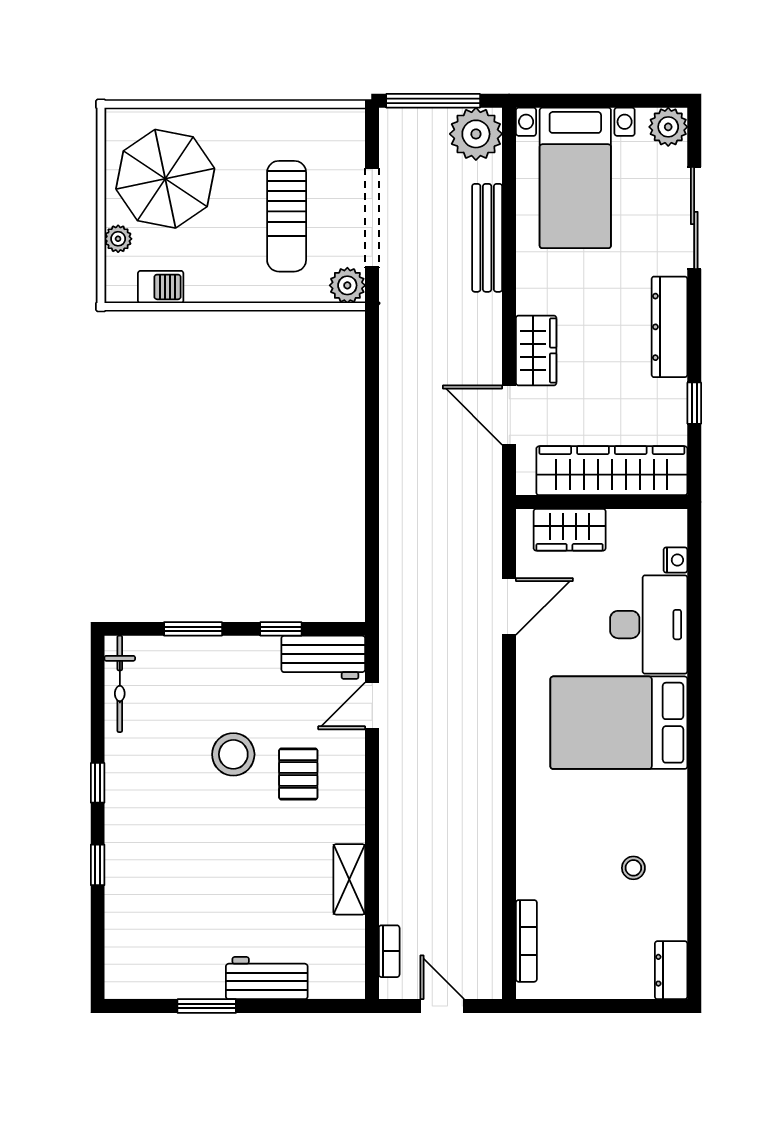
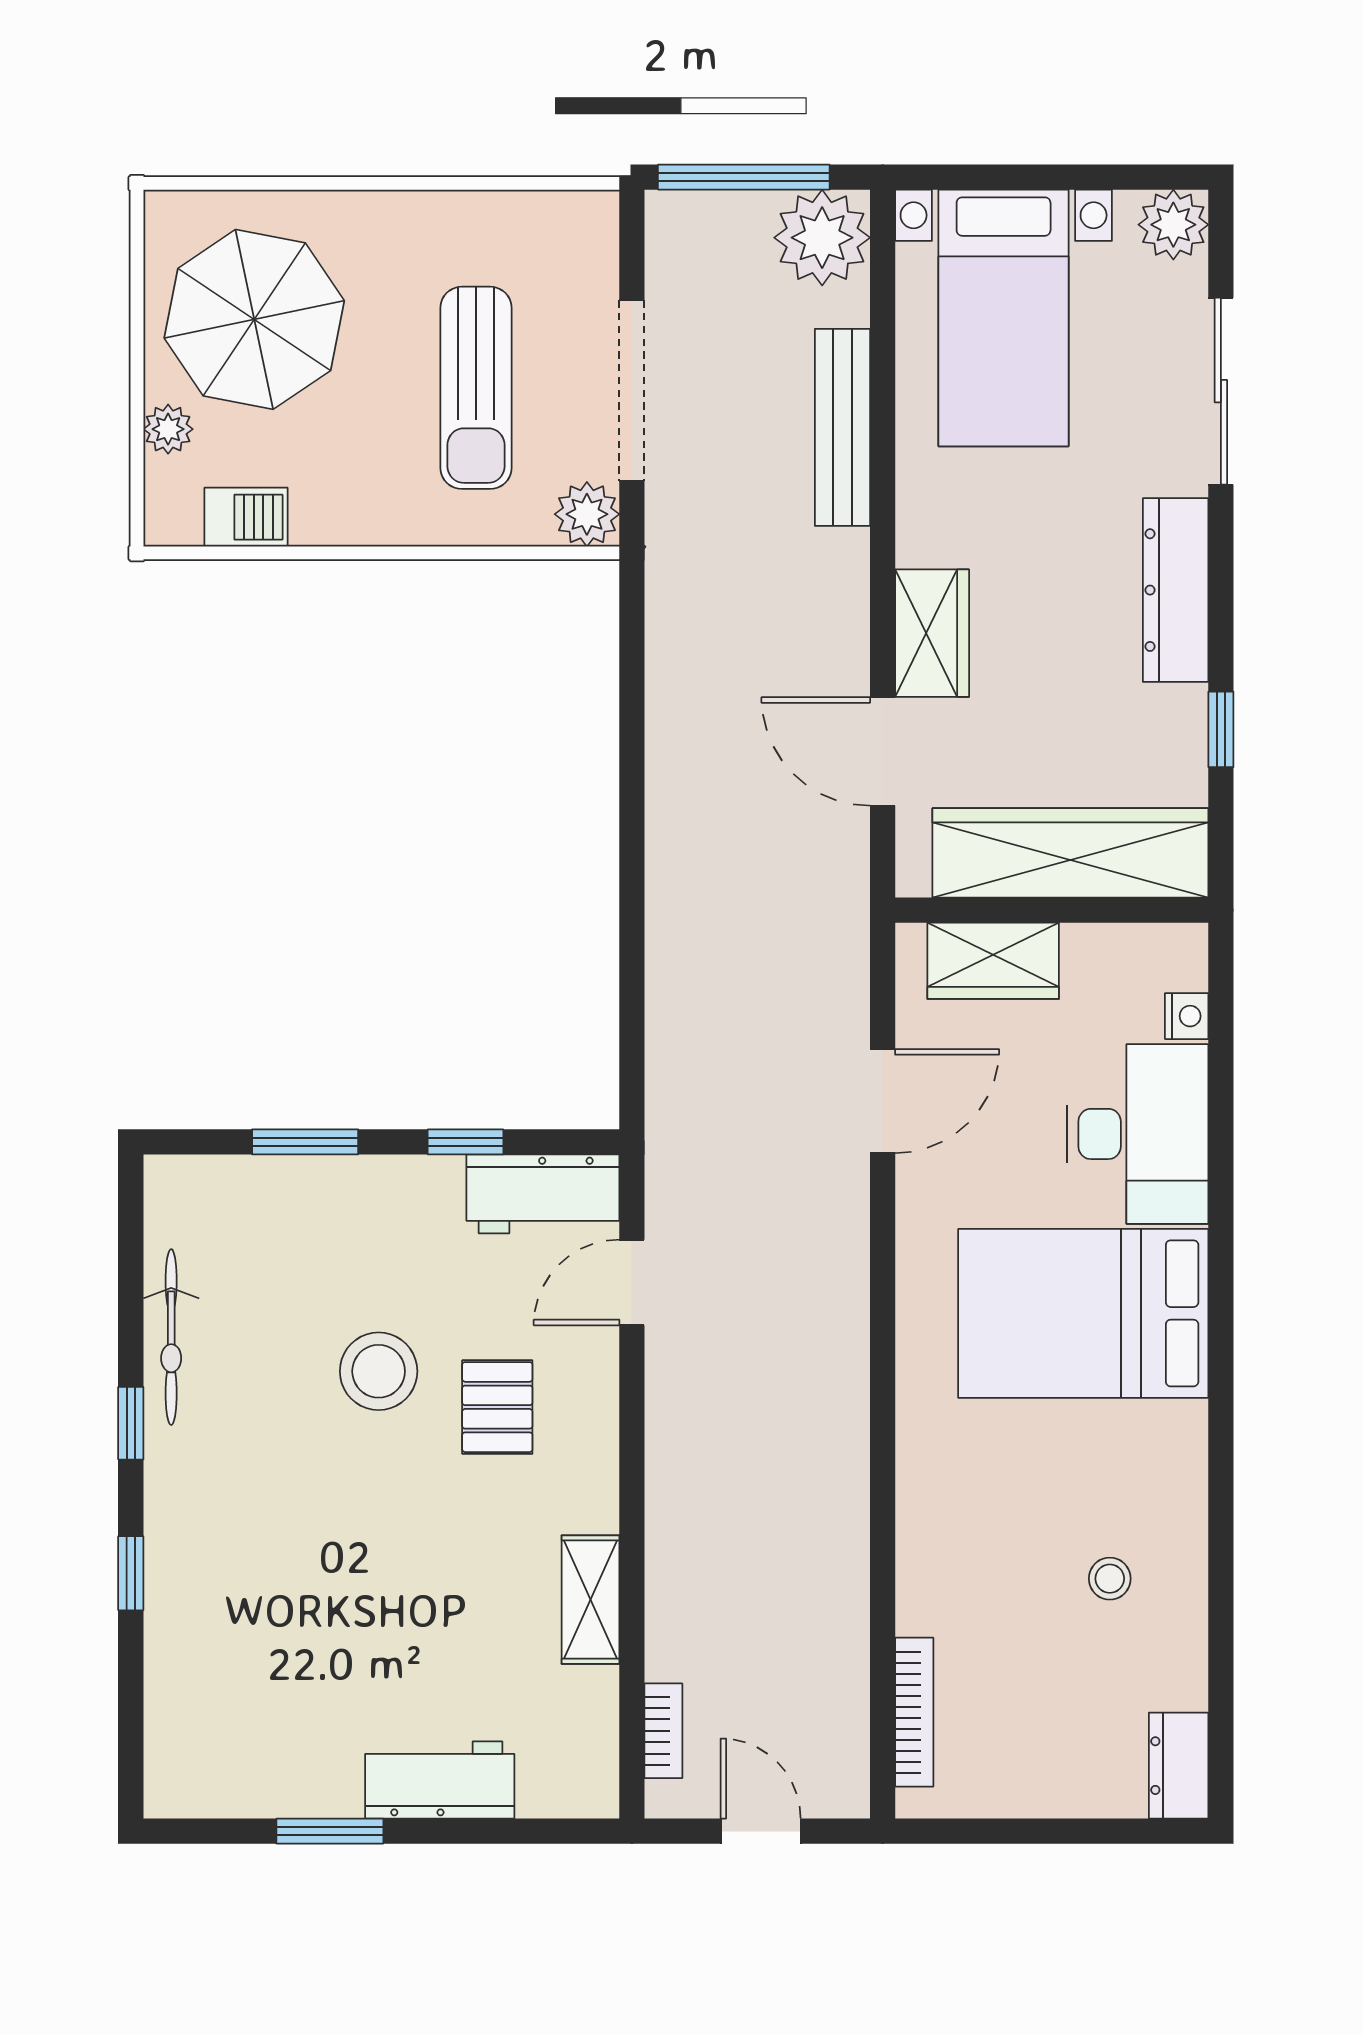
bicycle: (120, 684) -> (171, 1337), moved

